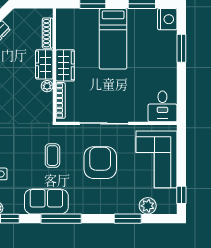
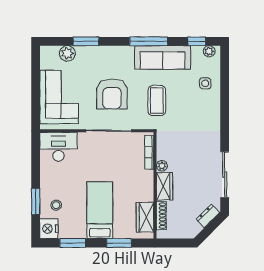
stool: (160, 44) -> (56, 205), added
wardrobe: (65, 65) -> (145, 217), moved
desk: (162, 106) -> (58, 147), width x1.37
coffee table: (52, 156) -> (157, 101), width x1.36, depth x1.30
window: (181, 195) -> (36, 64), removed
sofa: (46, 202) -> (163, 57), width x1.36

